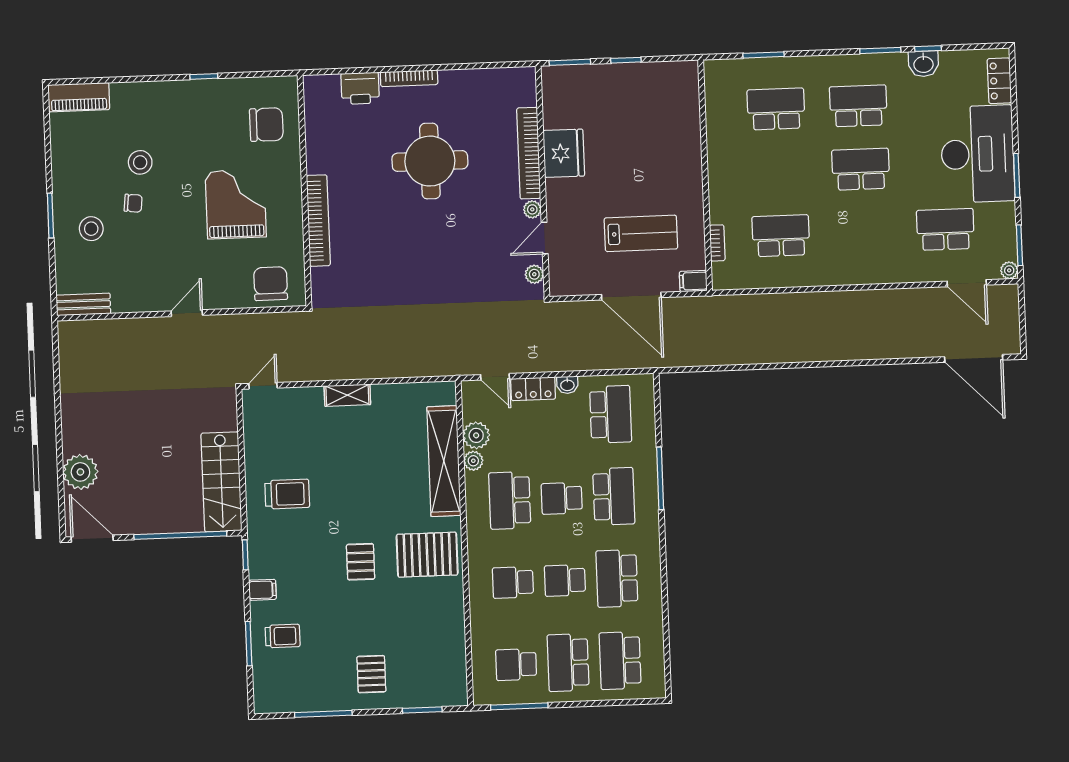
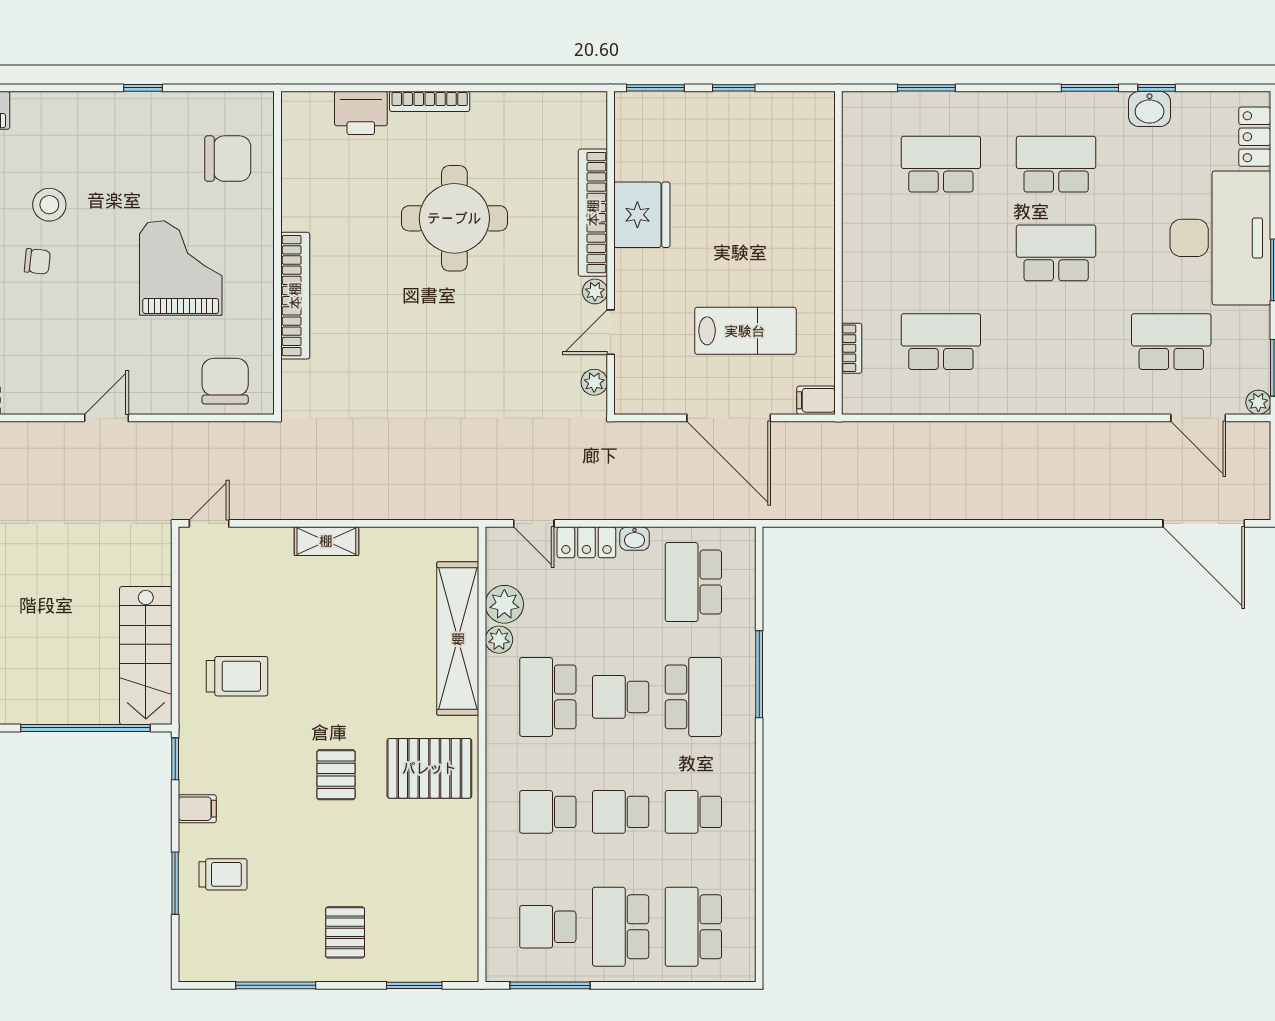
school desk: (611, 414) -> (693, 582), turned 180
school desk: (617, 578) -> (693, 812), width x0.54

